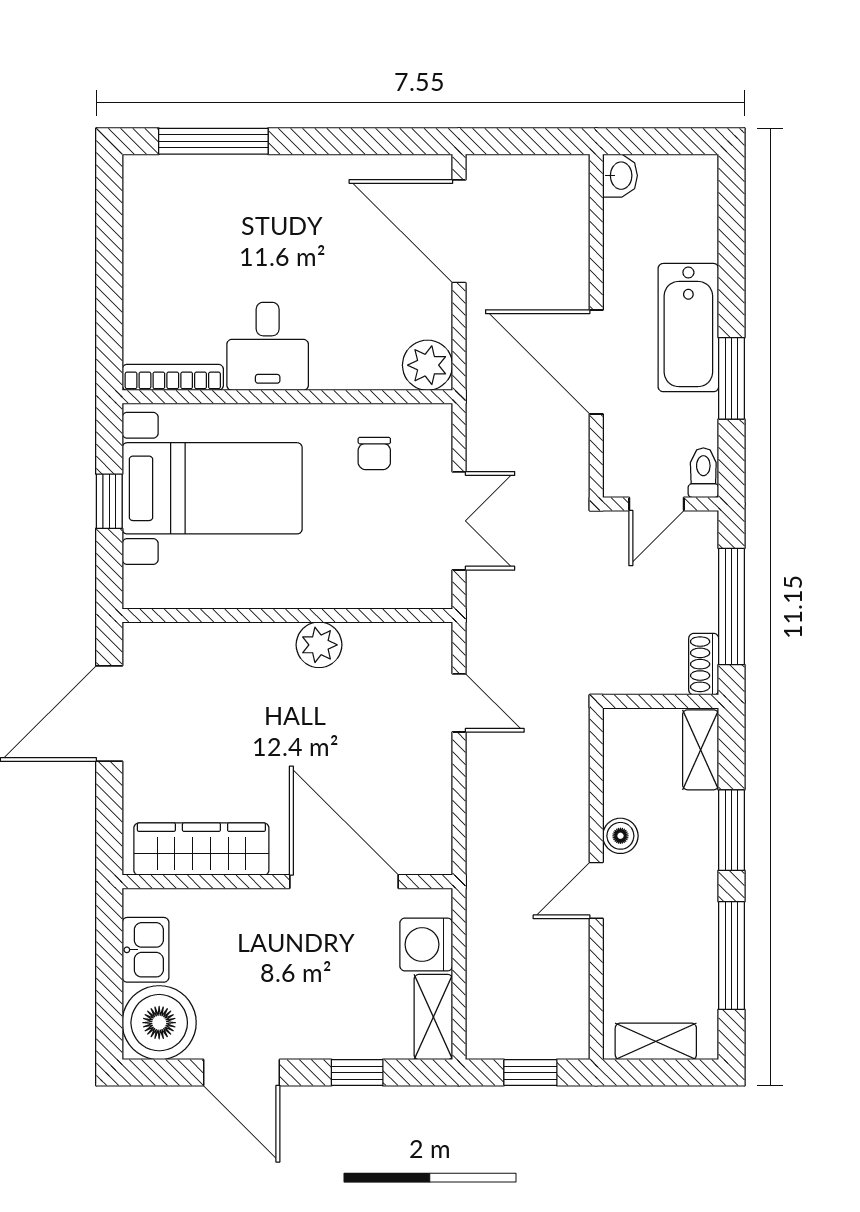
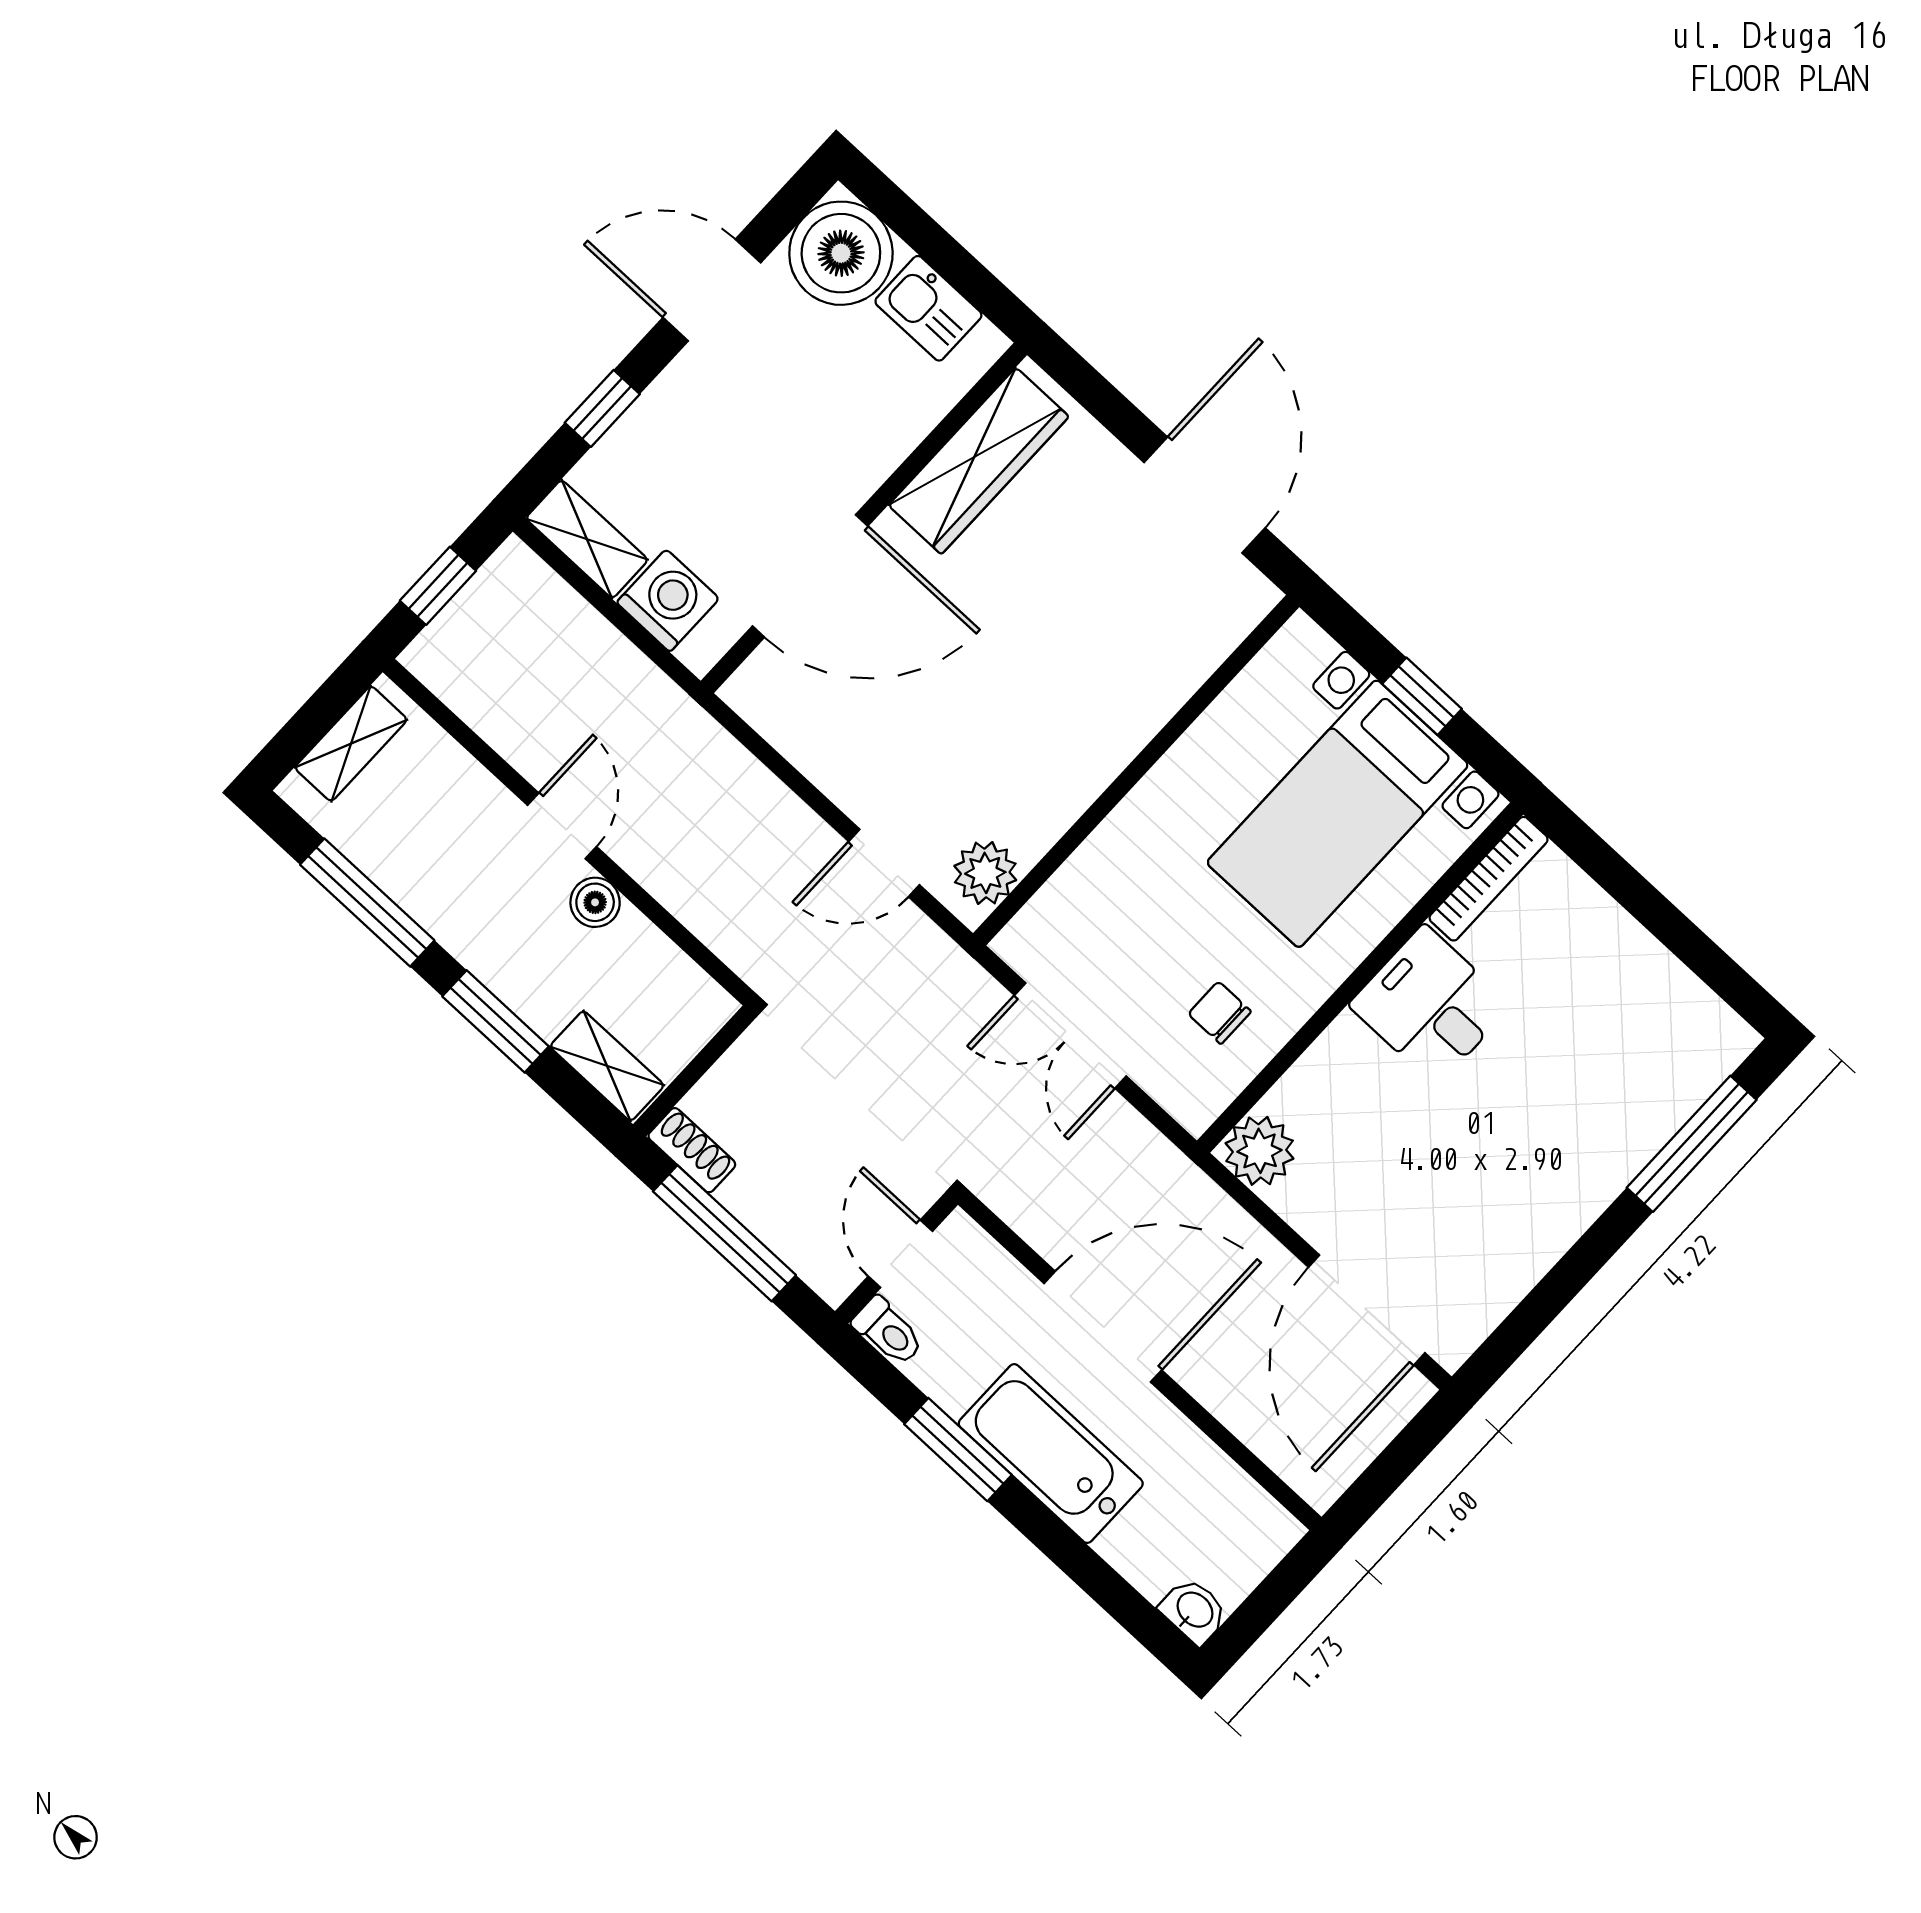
washbasin: (620, 176) -> (1194, 1611), moved, turned 180
door: (459, 231) -> (1367, 1310), swing flipped
plant: (319, 645) -> (985, 873), moved

